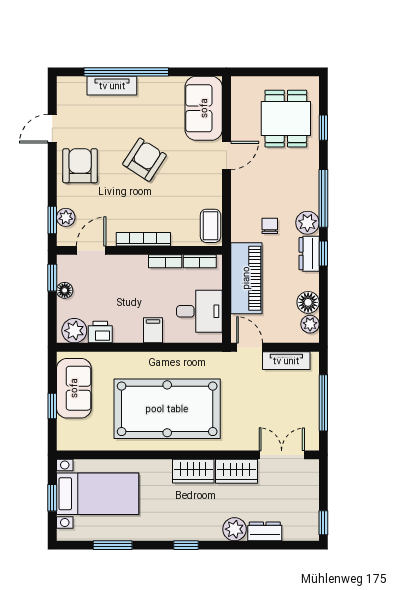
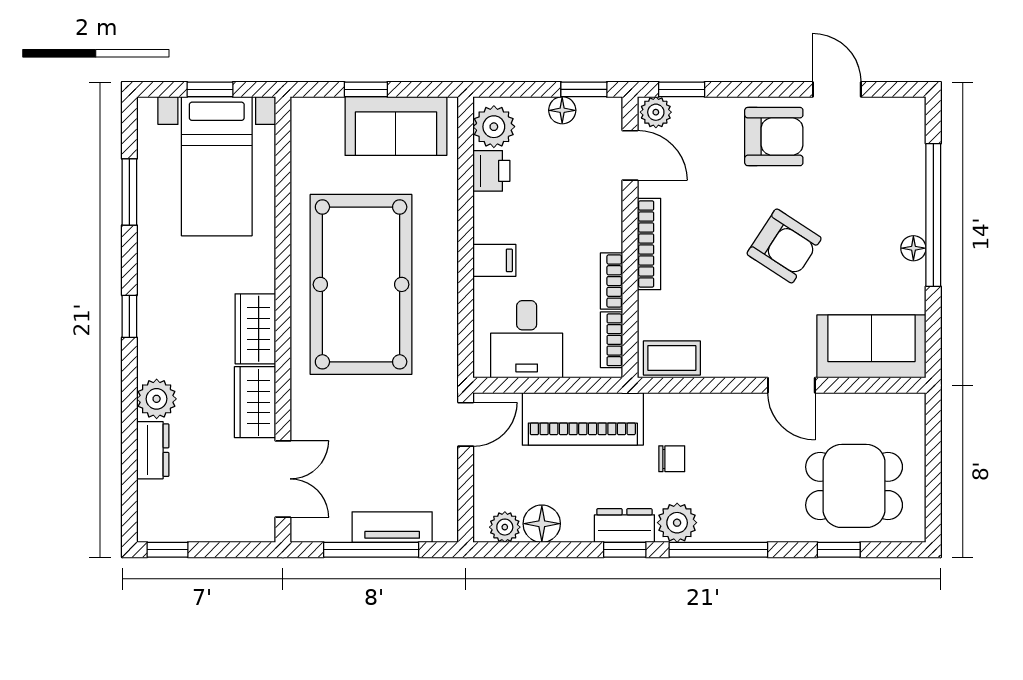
floor lamp: (146, 84) -> (913, 248), added
tv unit: (112, 86) -> (910, 191), removed
plant: (66, 217) -> (656, 112), moved
tv unit: (286, 361) -> (392, 527), moved, turned 90

